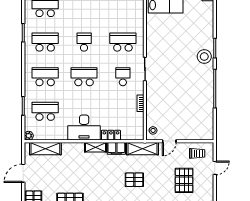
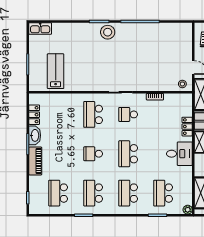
desk: (84, 128) -> (179, 154), width x0.73

